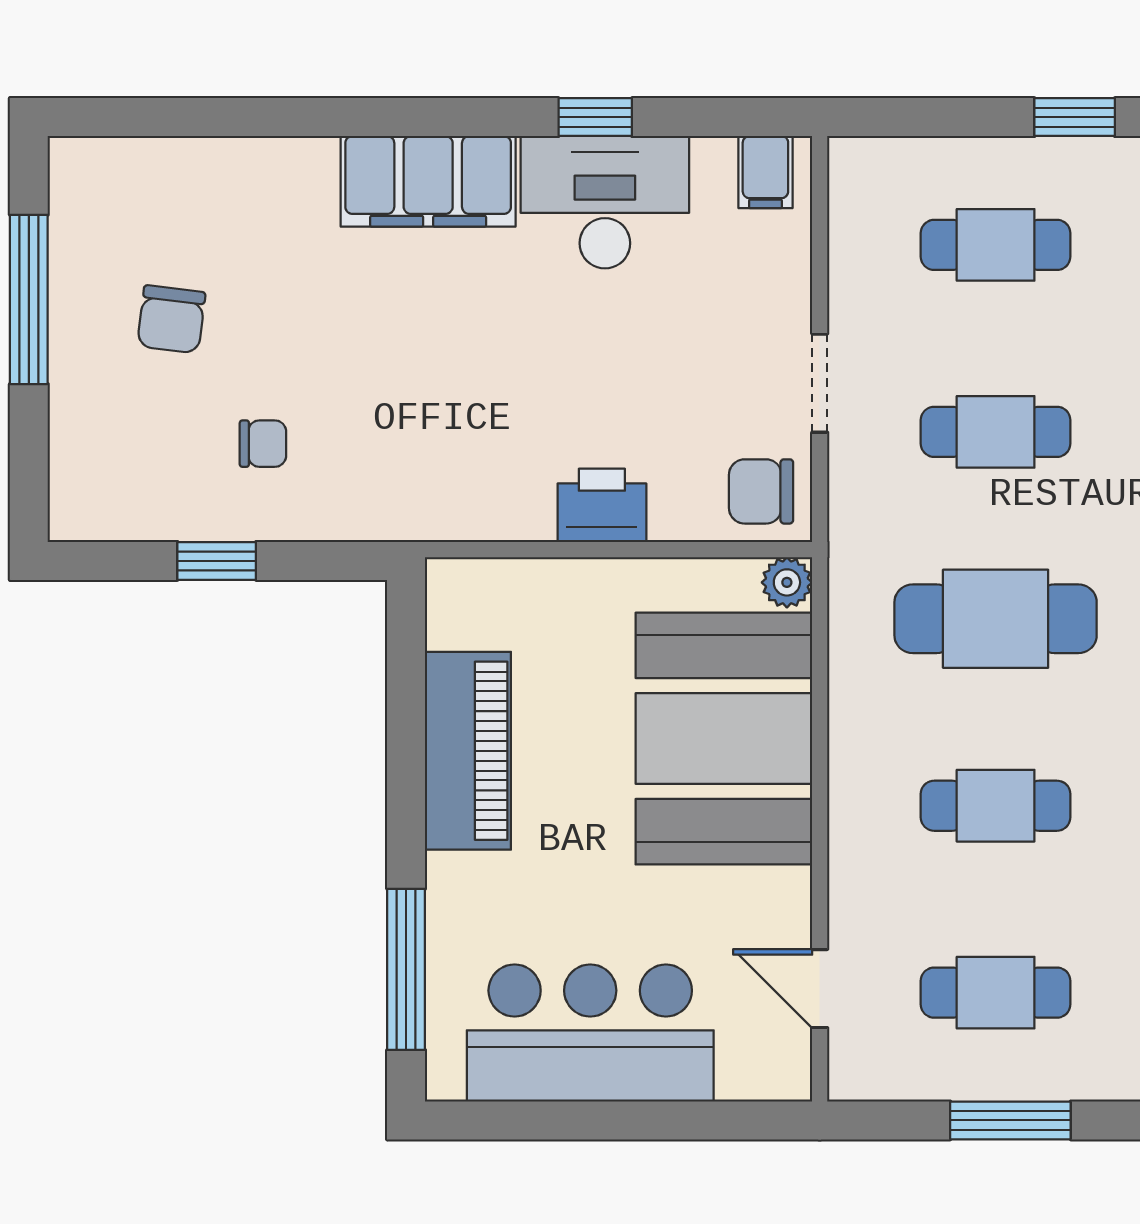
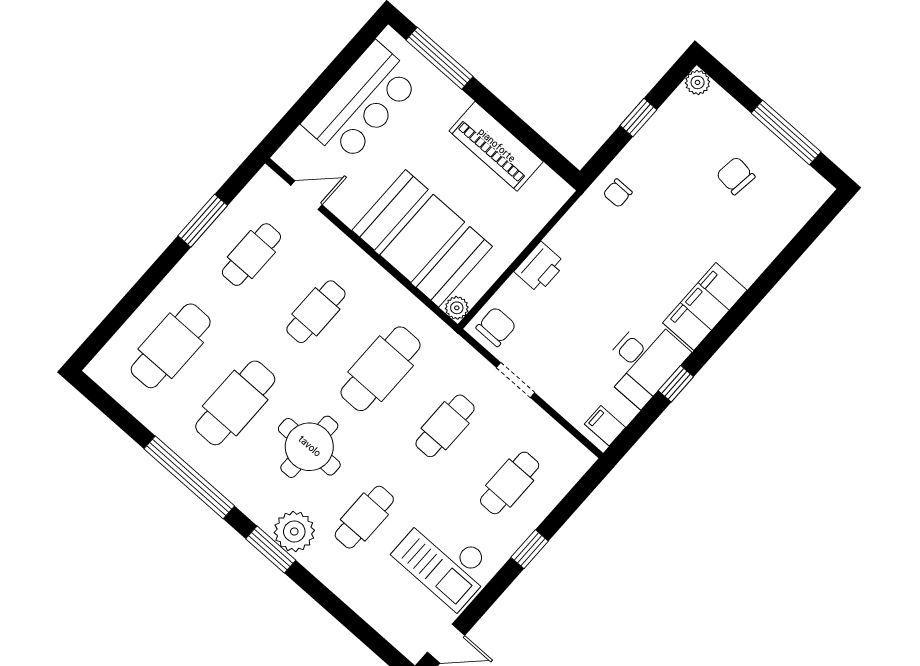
chair: (263, 444) -> (618, 193), moved
plant: (75, 515) -> (698, 82), added

